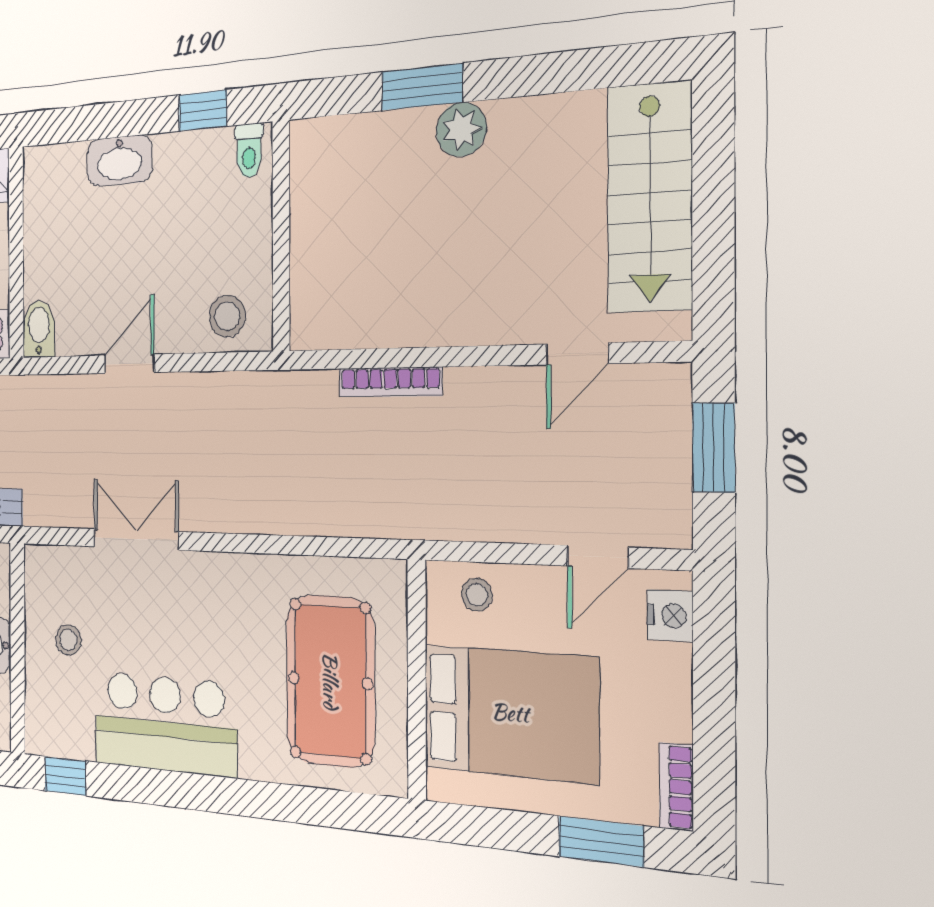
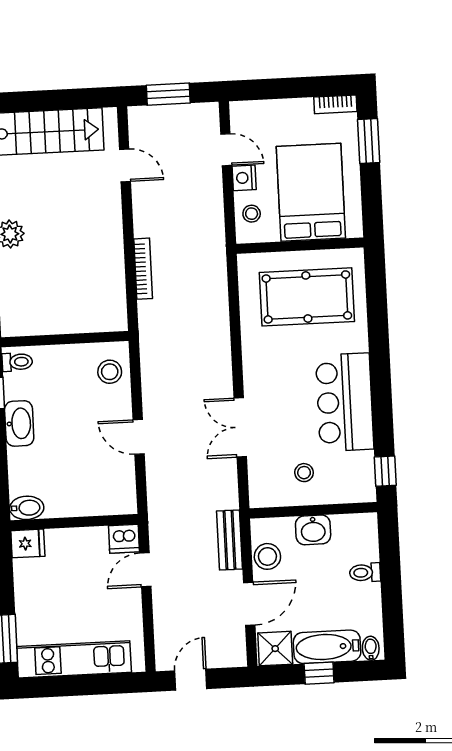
washbasin: (119, 161) -> (19, 423), moved
bidet: (39, 329) -> (27, 508), moved, turned 180
nightstand: (670, 616) -> (244, 178), moved, turned -90

